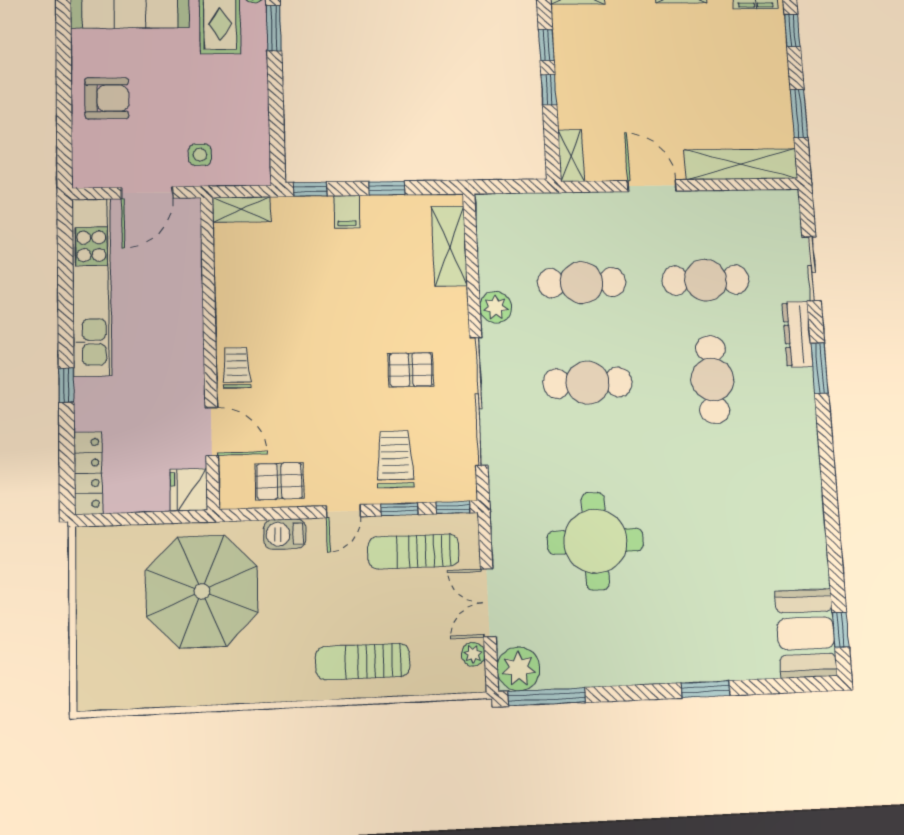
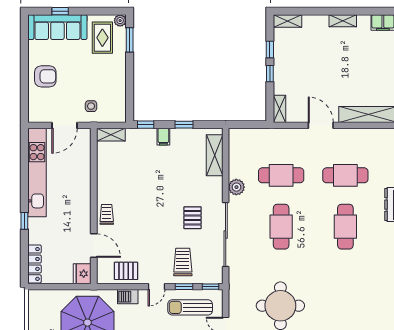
pallet: (411, 370) -> (192, 218), turned 90
cafe table: (588, 383) -> (281, 227), turned 90

